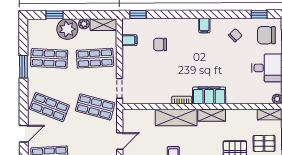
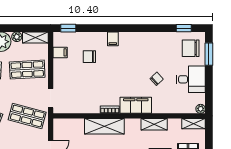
filing cabinet: (204, 26) -> (113, 39), moved
chair: (235, 35) -> (157, 79), moved
shelving: (212, 115) -> (154, 124), moved

